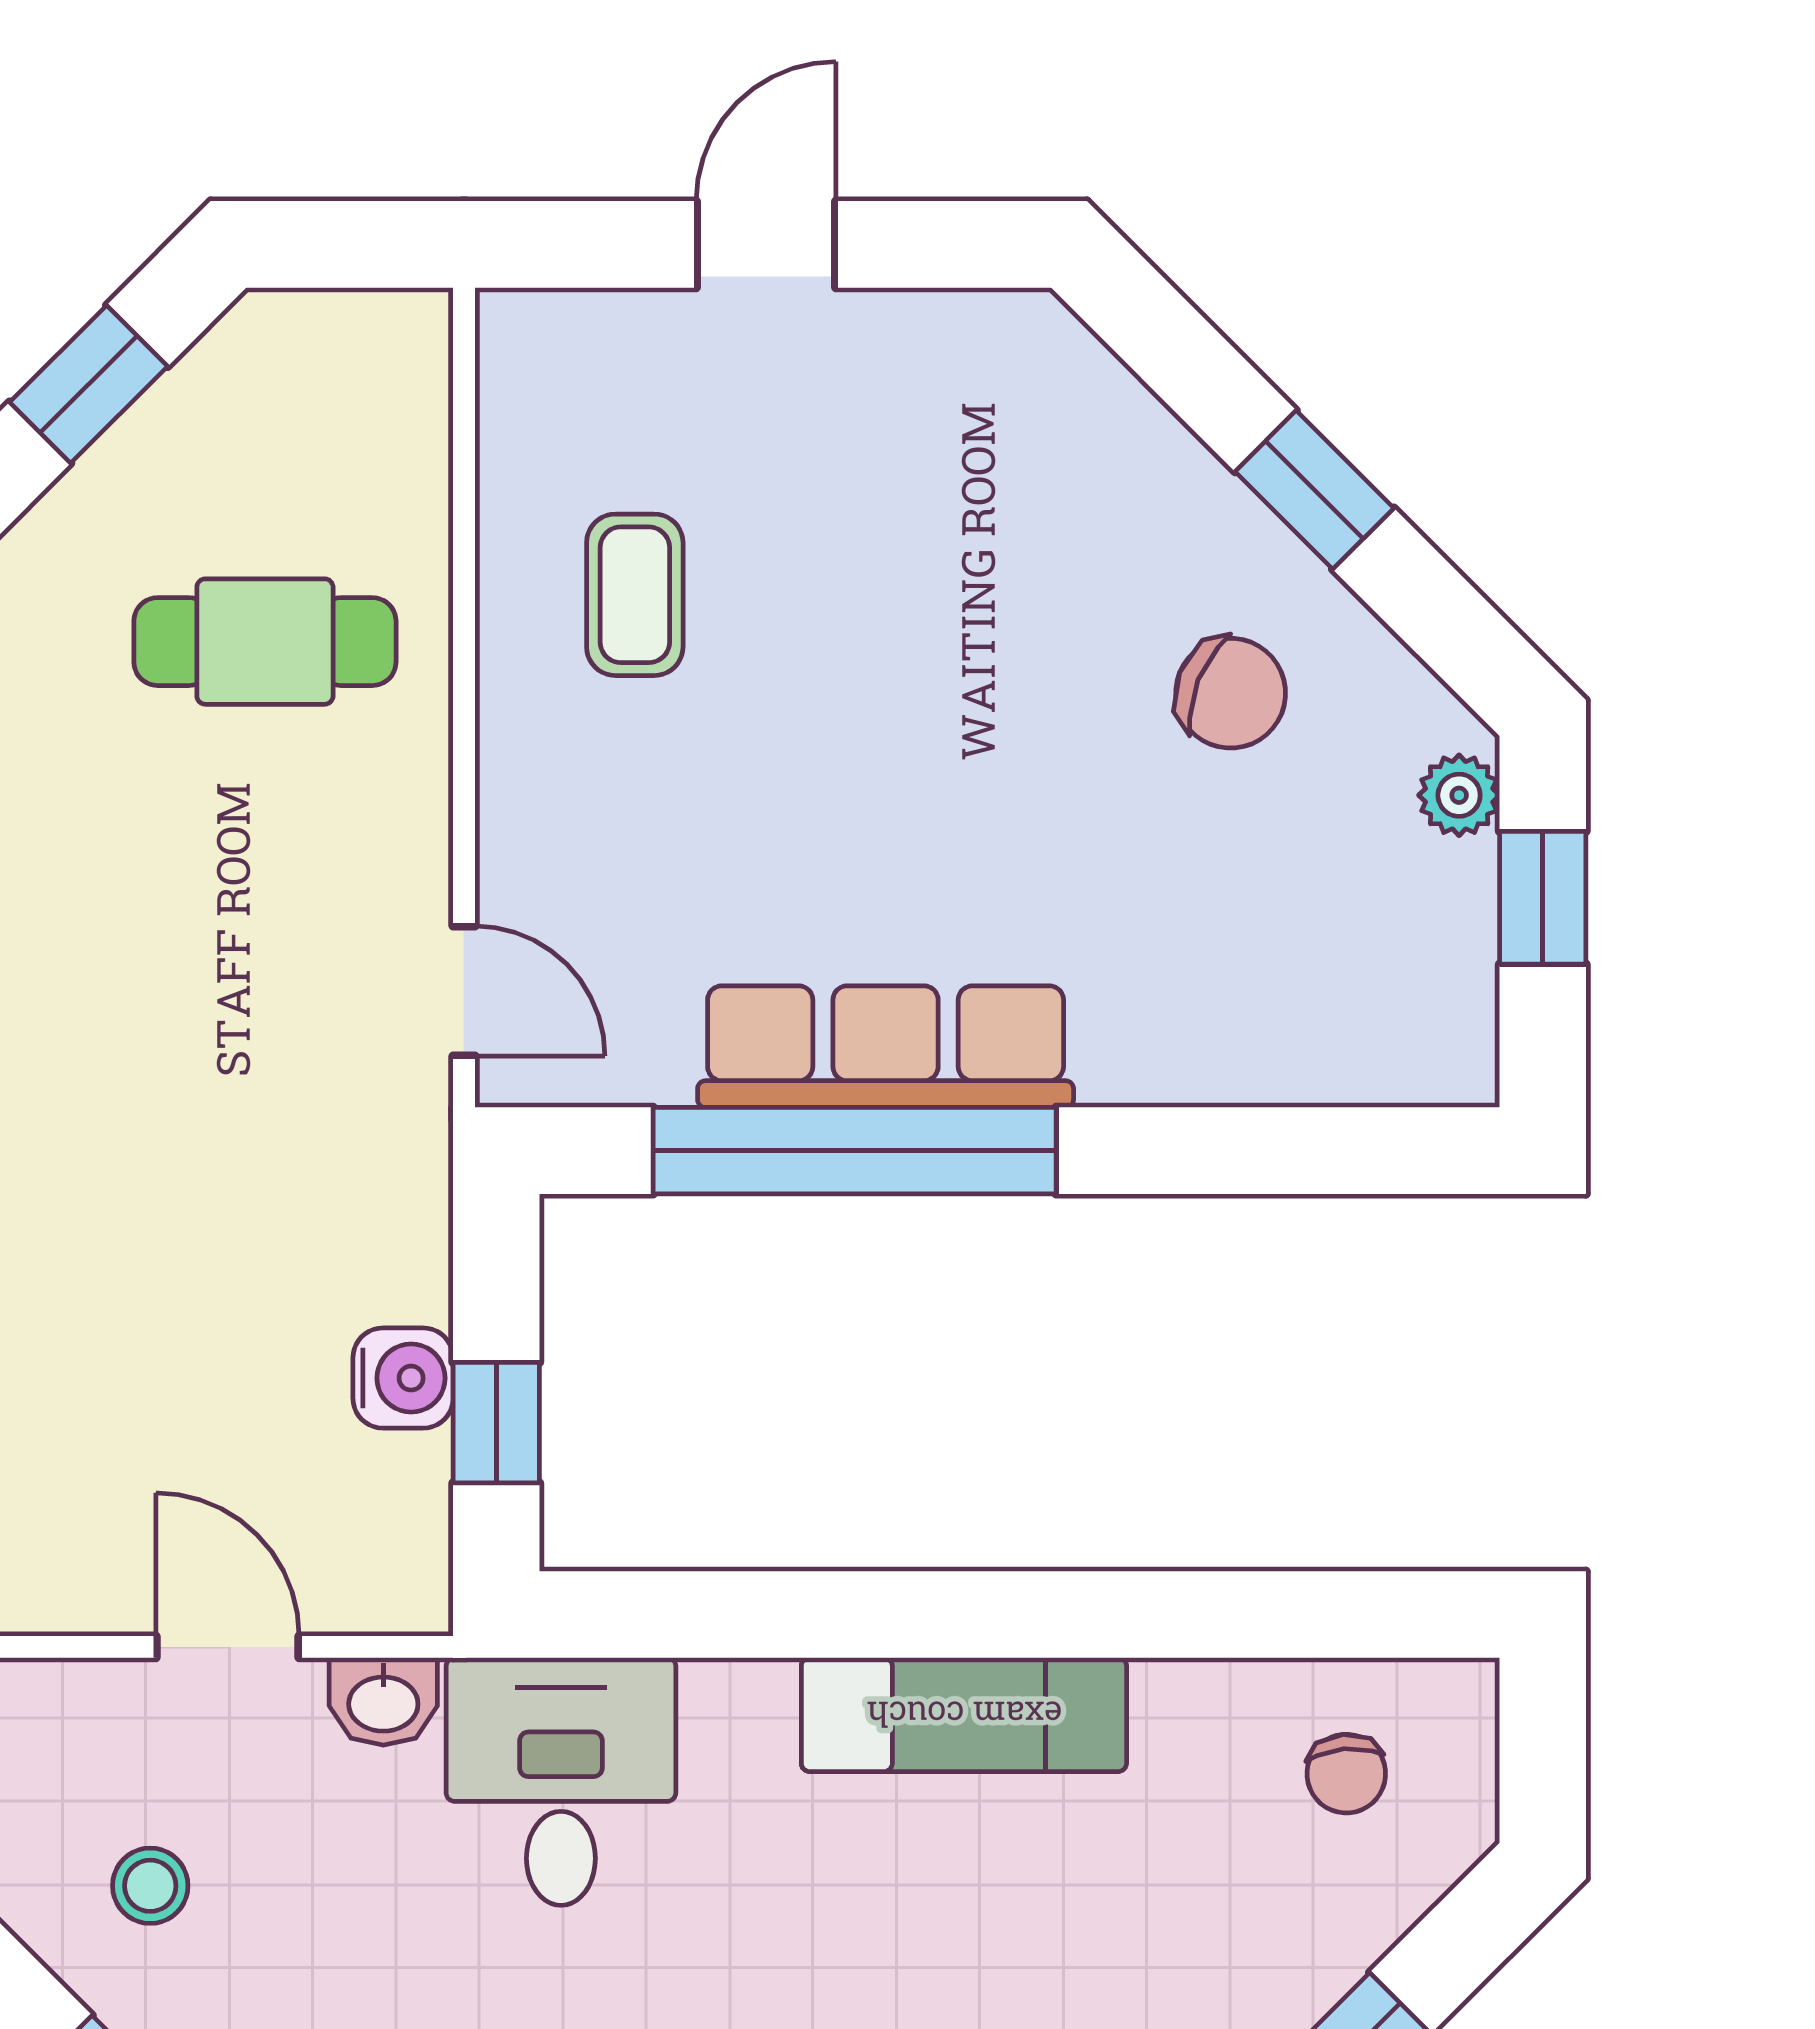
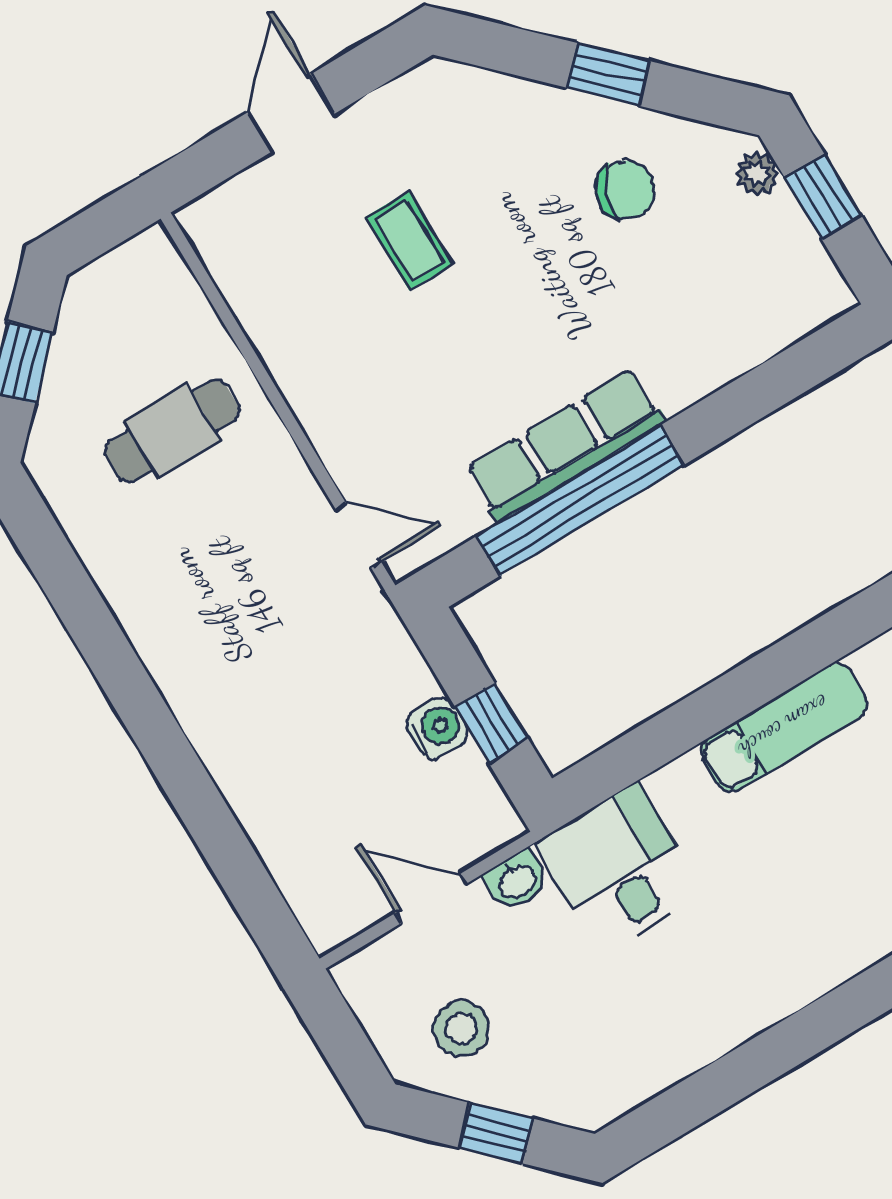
coffee table: (635, 595) -> (409, 241), moved
stool: (150, 1886) -> (461, 1028), width x1.37, depth x1.37

